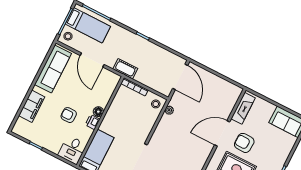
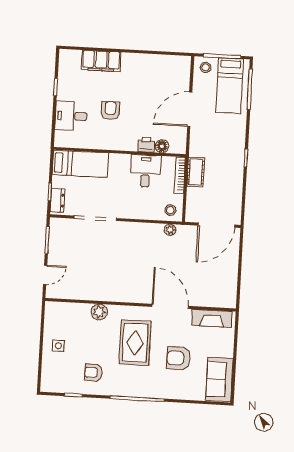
sofa: (53, 69) -> (158, 67), removed
cot: (125, 69) -> (196, 172), moved
desk: (121, 109) -> (145, 171), added
floor lamp: (98, 112) -> (162, 146), moved
printer: (93, 122) -> (146, 145), moved
armchair: (244, 143) -> (179, 358), moved, turned -92
desk: (72, 150) -> (71, 116), moved

